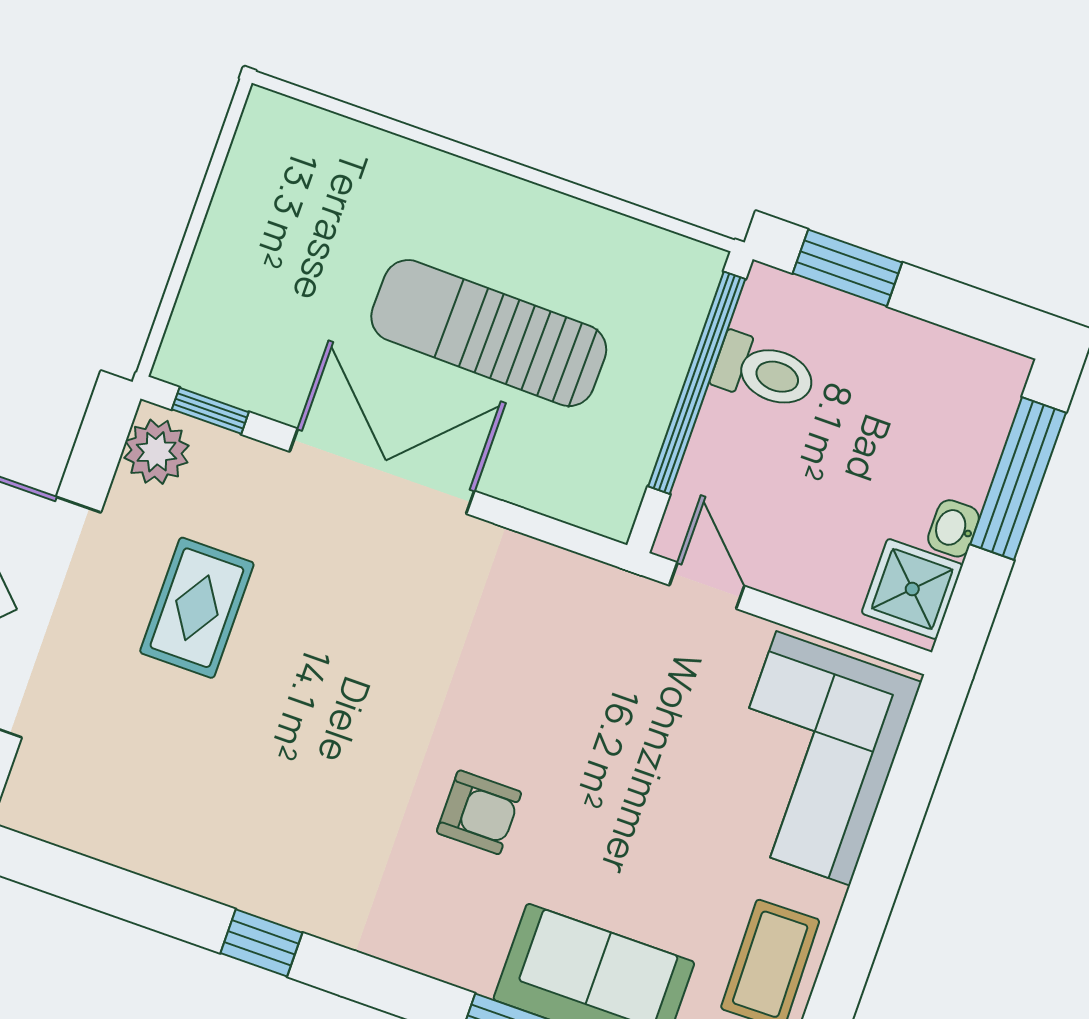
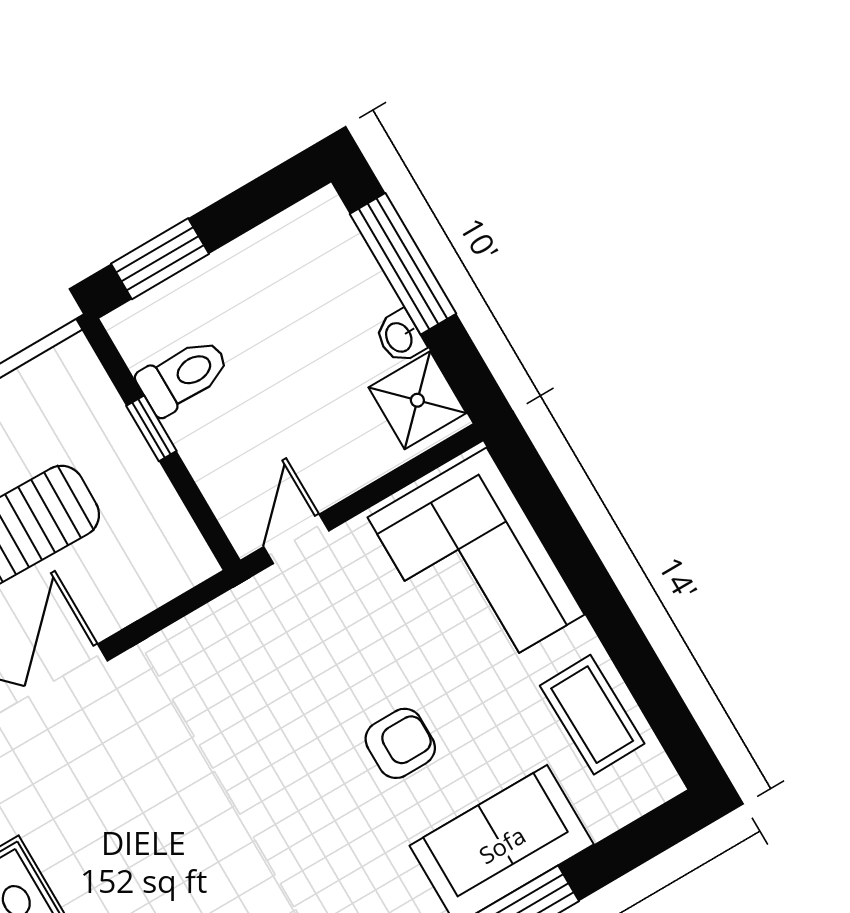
window: (697, 383) -> (151, 428), width x0.32
door: (707, 586) -> (296, 539), hinge flipped
armchair: (479, 812) -> (400, 743), moved

